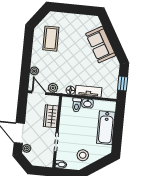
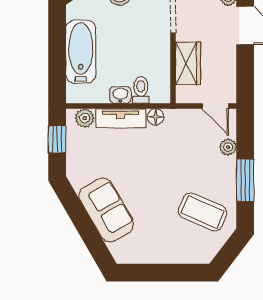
coffee table: (51, 39) -> (203, 212), turned -66
window: (27, 53) -> (245, 180), added
plant: (53, 88) -> (85, 118), moved

